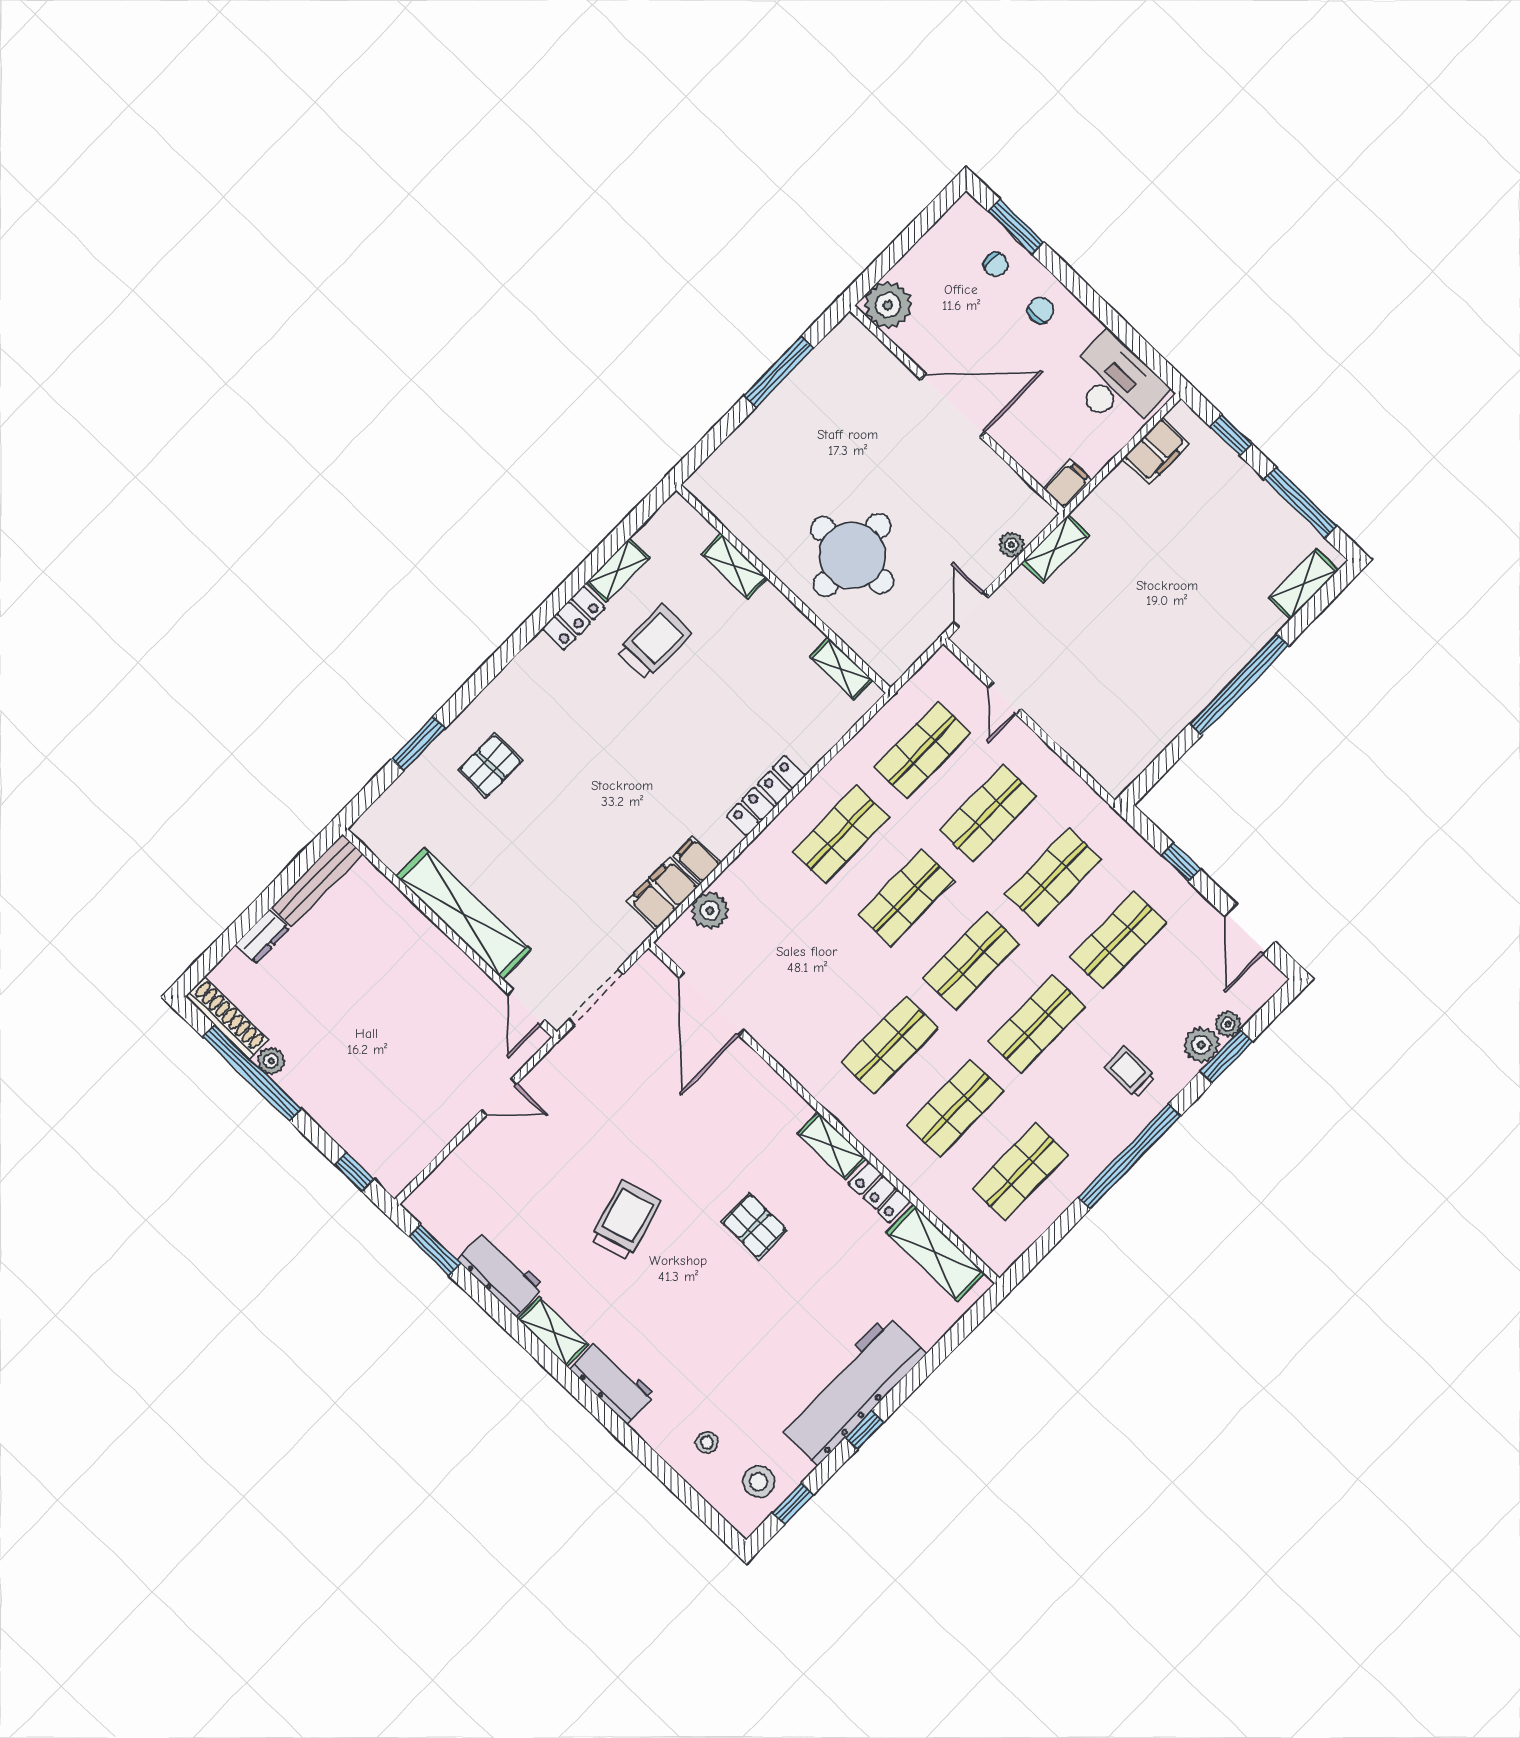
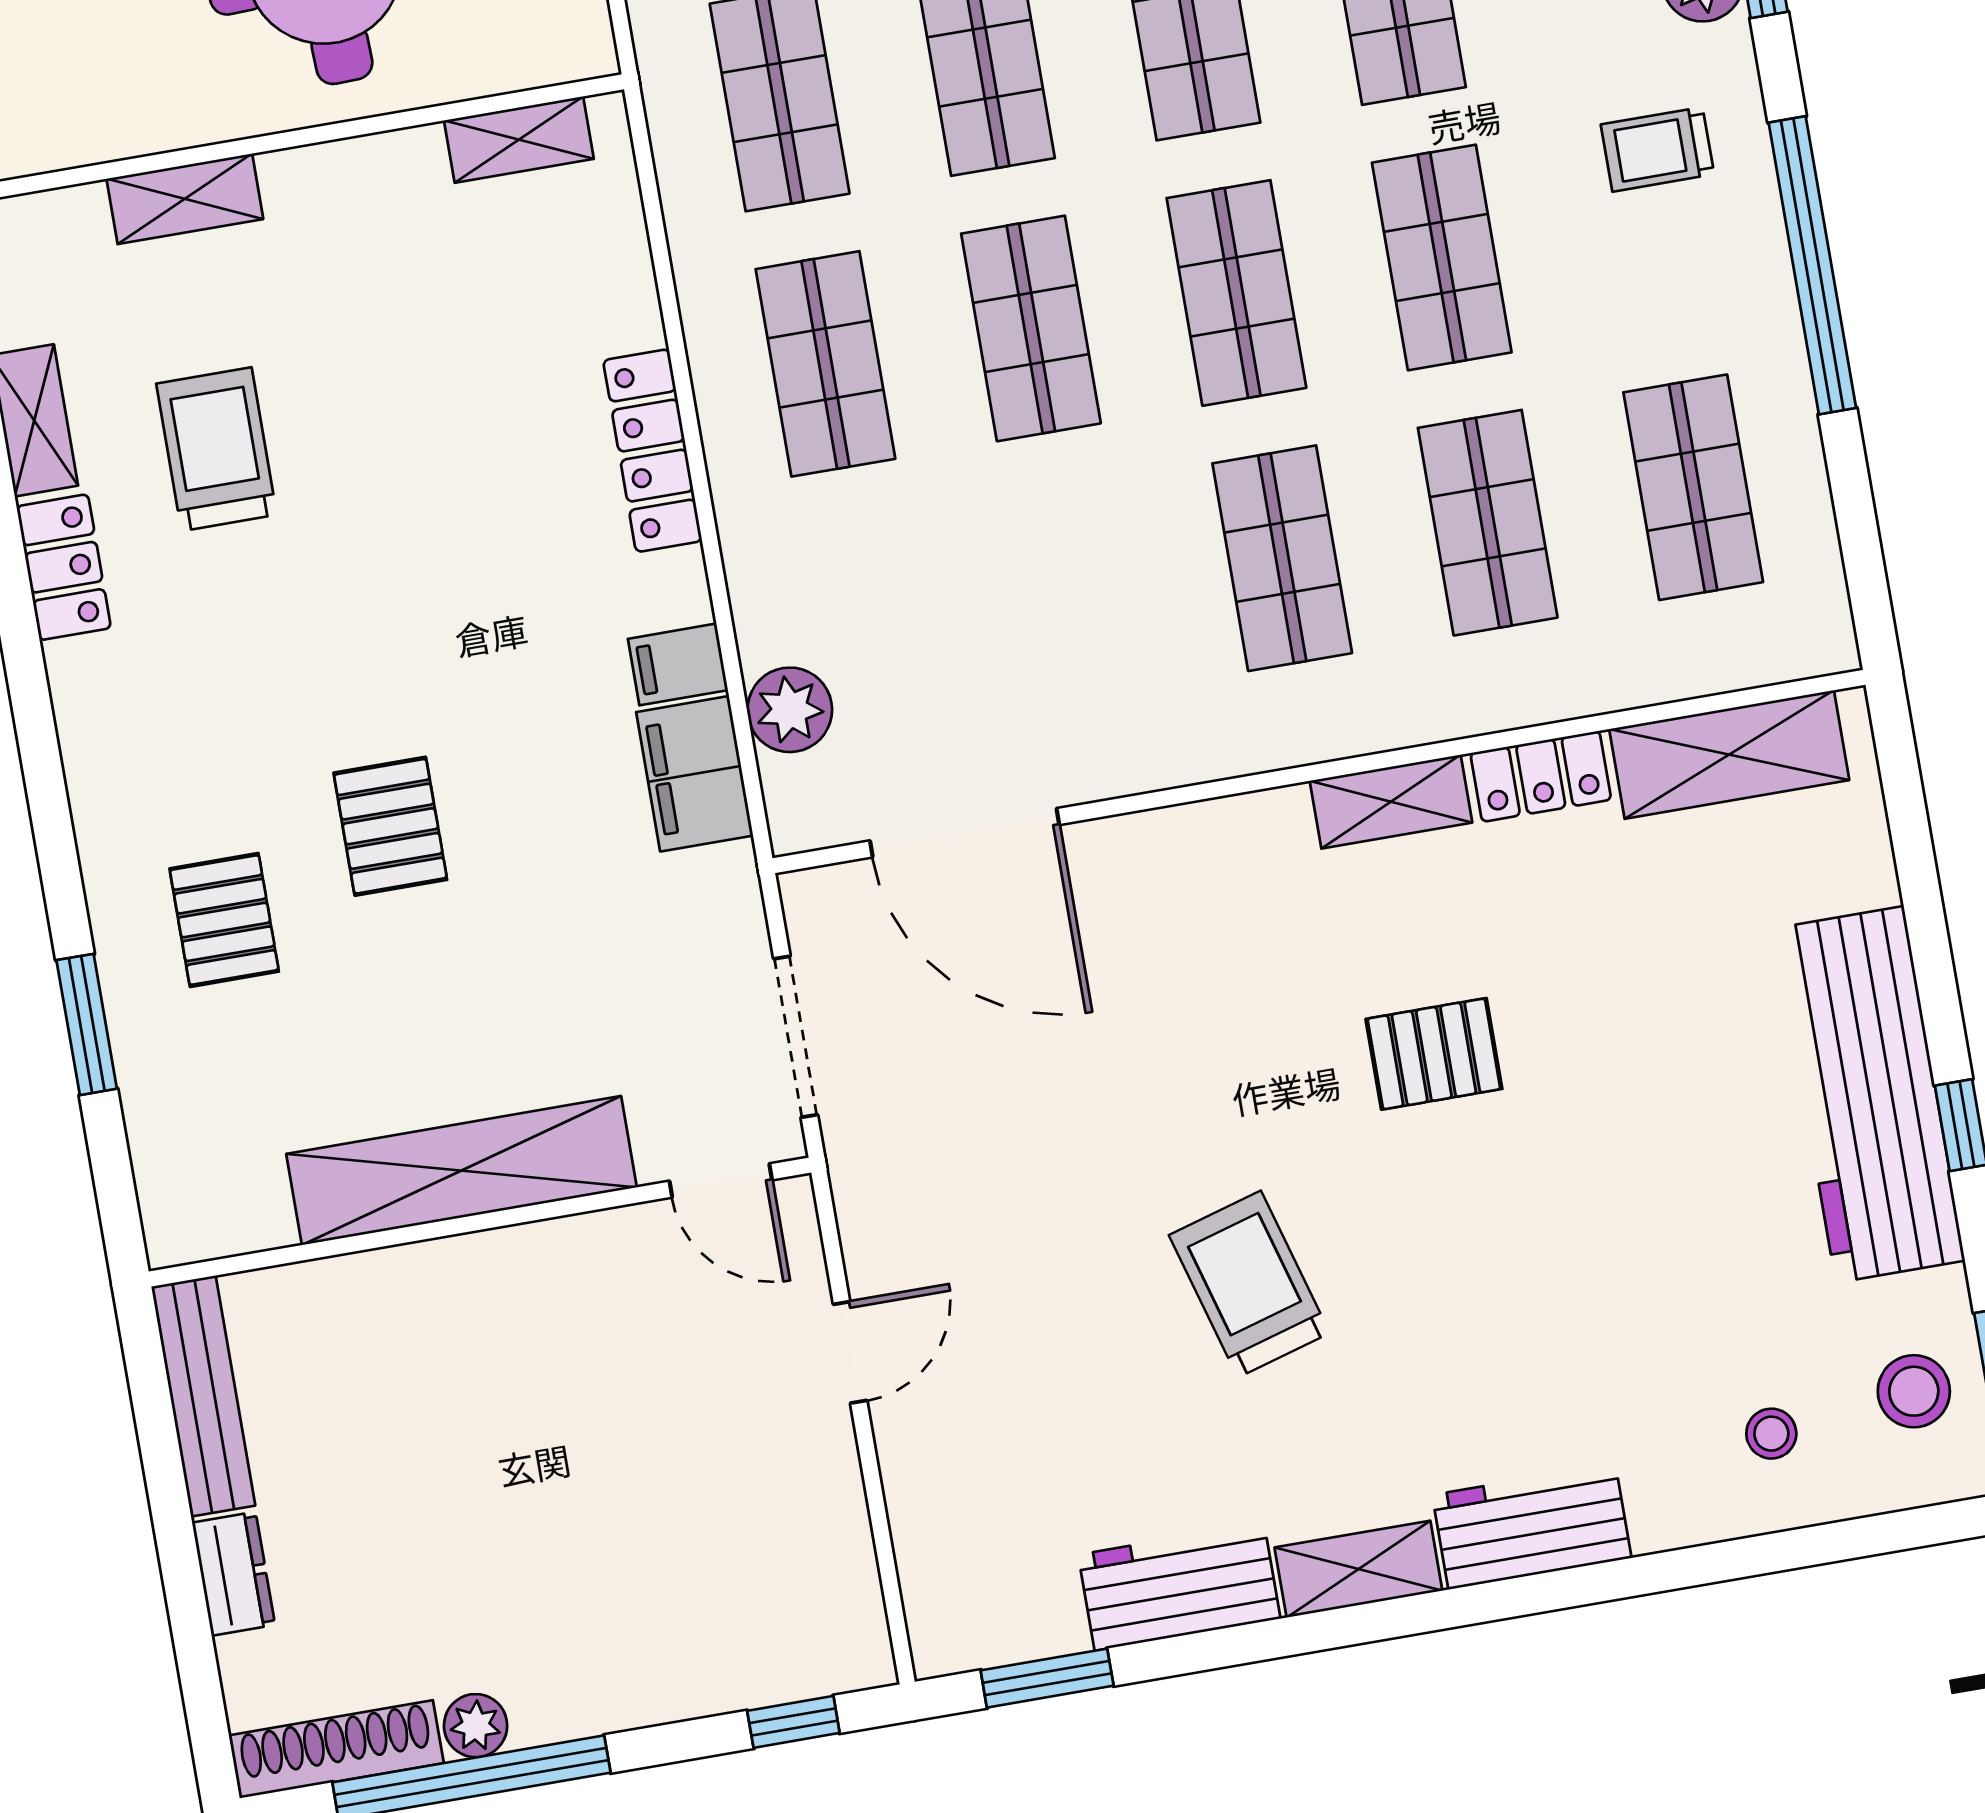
pallet: (566, 800) -> (390, 826), added

